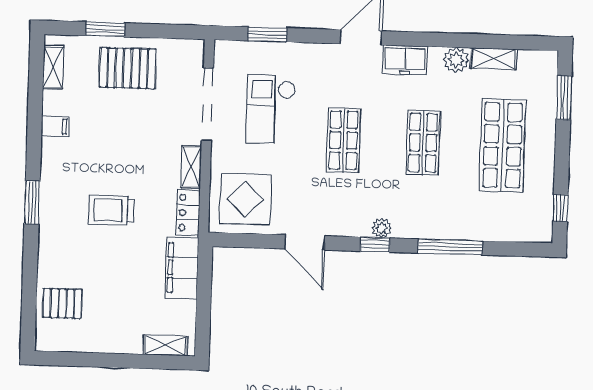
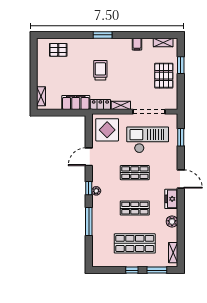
shelving: (494, 59) -> (173, 253), moved
checkout: (271, 109) -> (148, 140), width x1.36, depth x1.21
window: (560, 208) -> (132, 270), moved
pallet: (62, 304) -> (58, 50), turned 90

